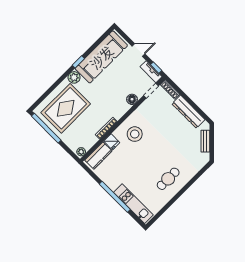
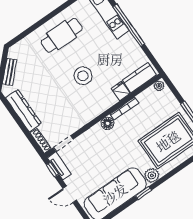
floor lamp: (132, 99) -> (107, 123), moved
stool: (135, 134) -> (83, 76), moved
cafe table: (168, 179) -> (62, 35), width x1.37, depth x1.35

